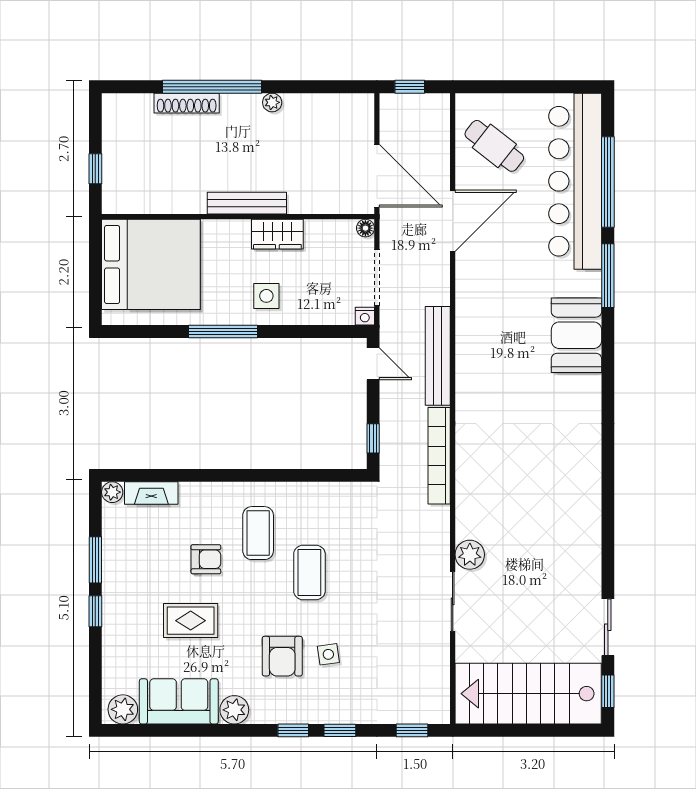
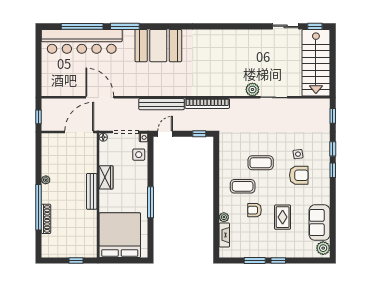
cafe table: (494, 146) -> (66, 78), removed
side table: (266, 296) -> (139, 155), moved
booth: (576, 335) -> (158, 46), width x1.36, depth x1.42
plant: (112, 492) -> (224, 217), moved
armchair: (206, 559) -> (255, 210), turned -90
plant: (234, 710) -> (323, 197), removed

